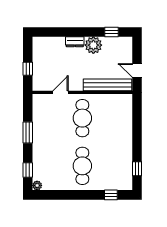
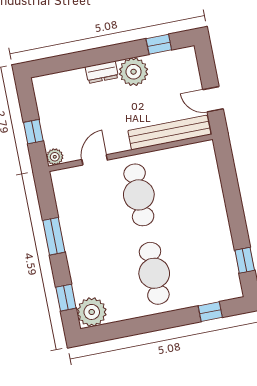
plant: (37, 86) -> (55, 157), added
plant: (37, 185) -> (92, 312), width x1.87, depth x1.87

